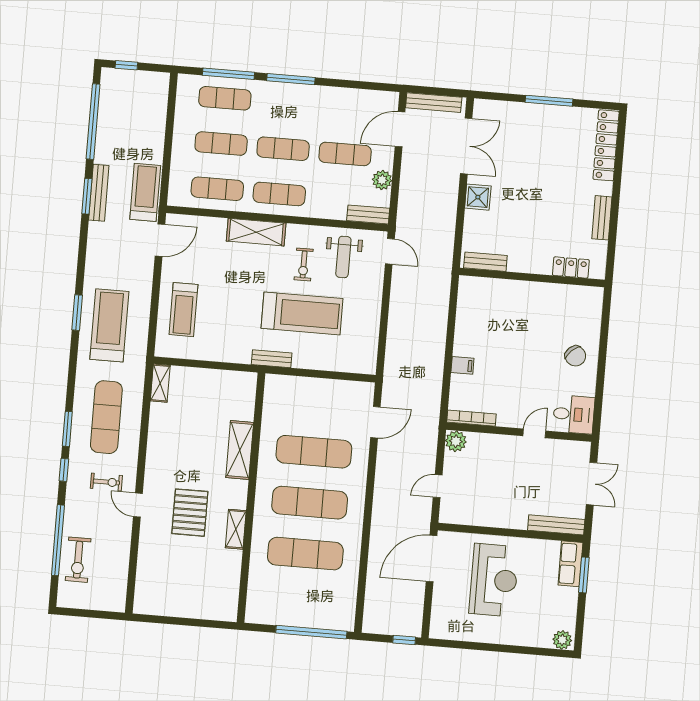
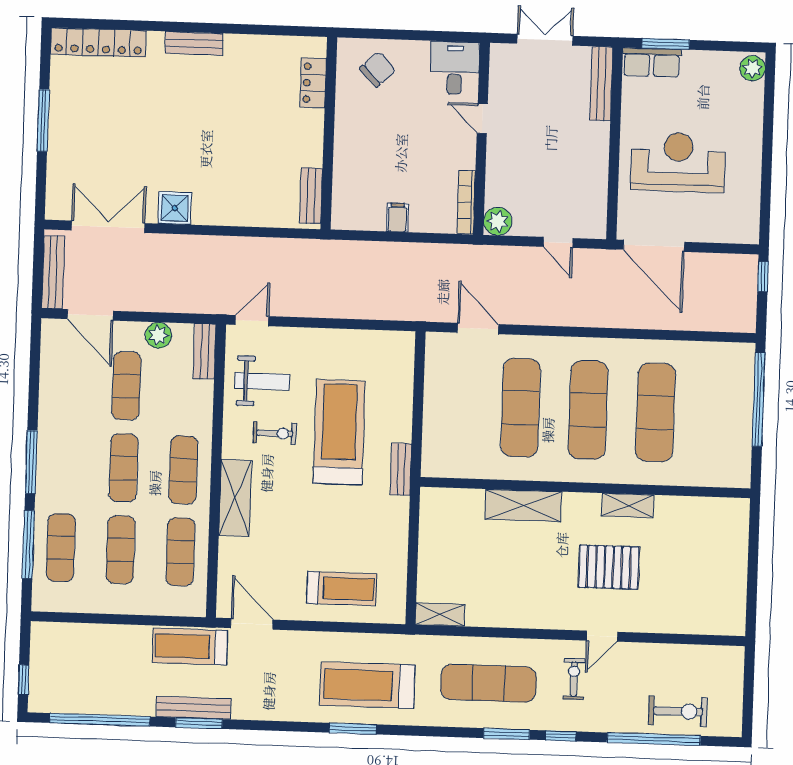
bench: (485, 262) -> (311, 196), moved
locker: (571, 267) -> (313, 83), moved
wall: (532, 277) -> (329, 133), moved

